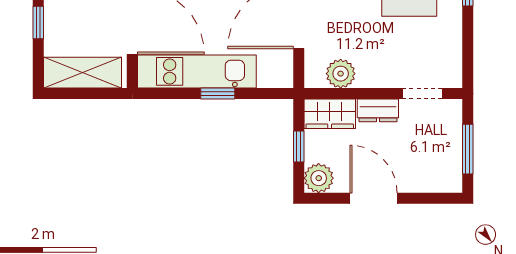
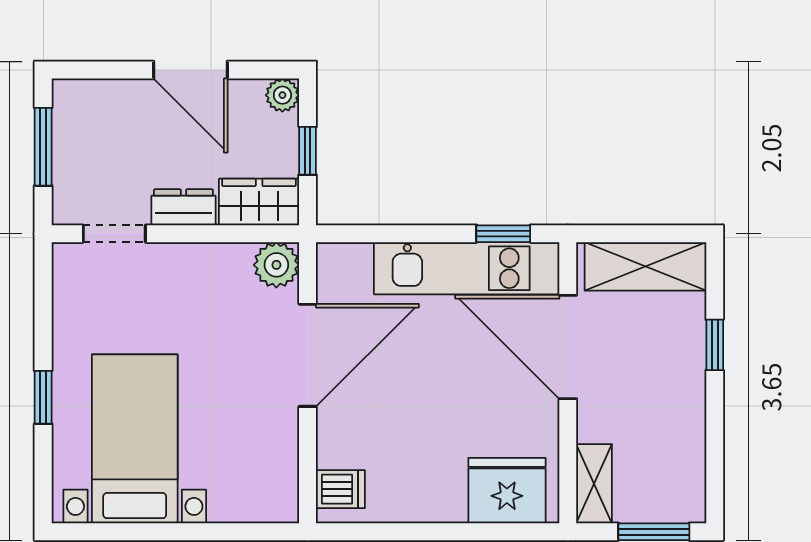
plant: (341, 74) -> (276, 265), moved
window: (218, 94) -> (503, 234), moved
plant: (319, 178) -> (282, 95), width x0.73, depth x0.73

